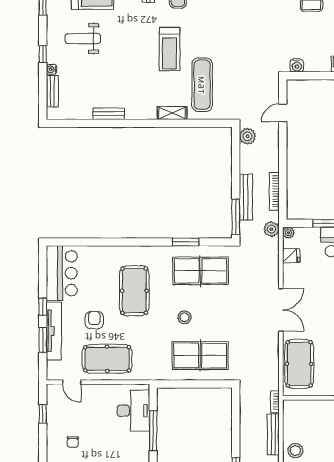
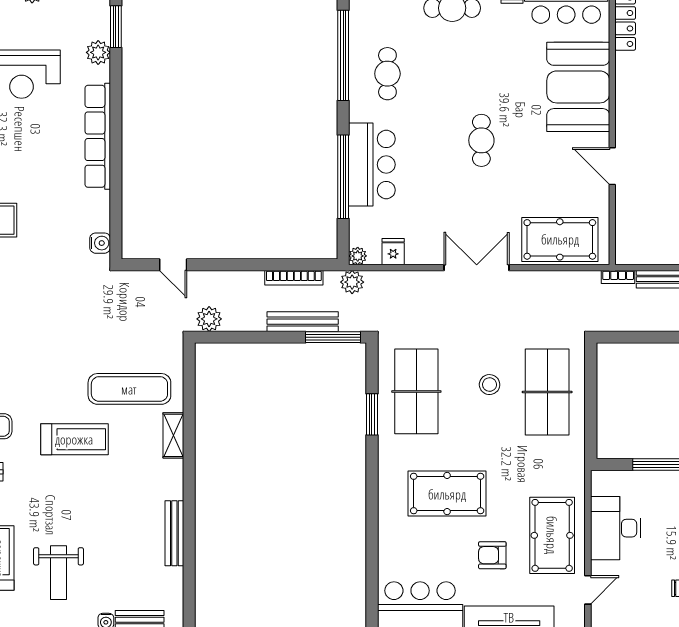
bench: (108, 114) -> (174, 533), width x1.36
stool: (184, 317) -> (490, 385), moved
desk: (133, 411) -> (616, 528), moved, turned -90

